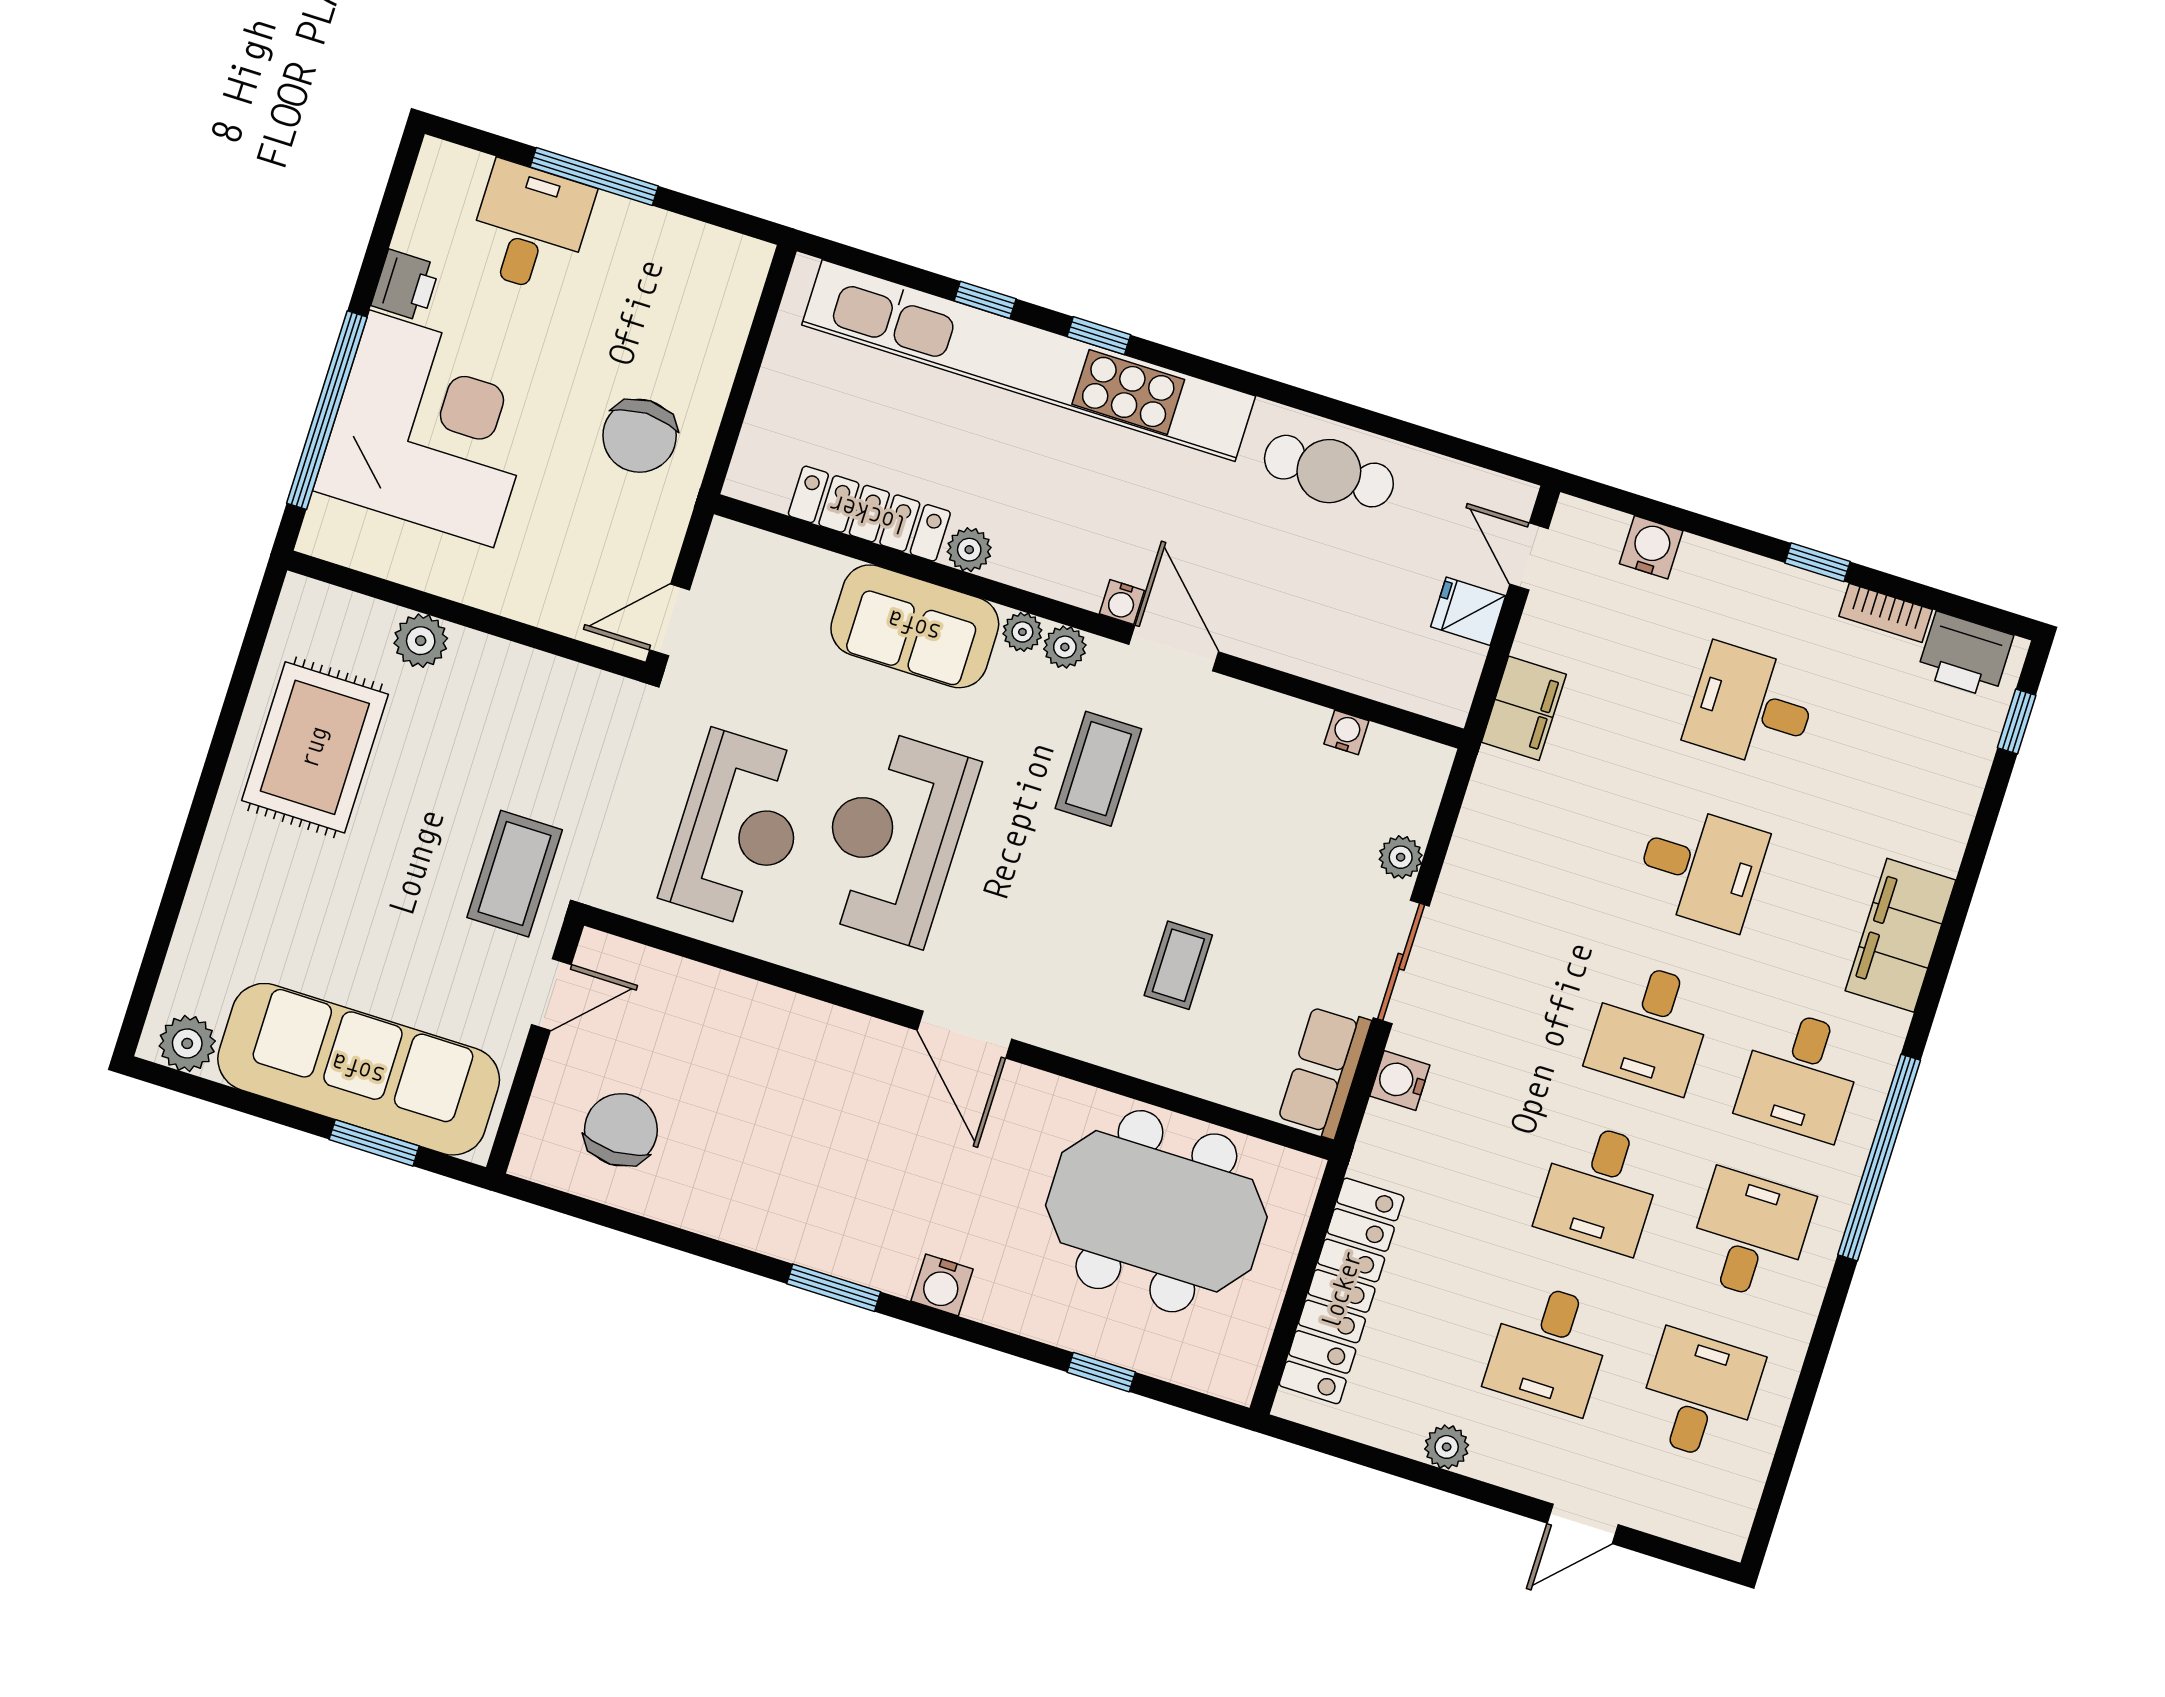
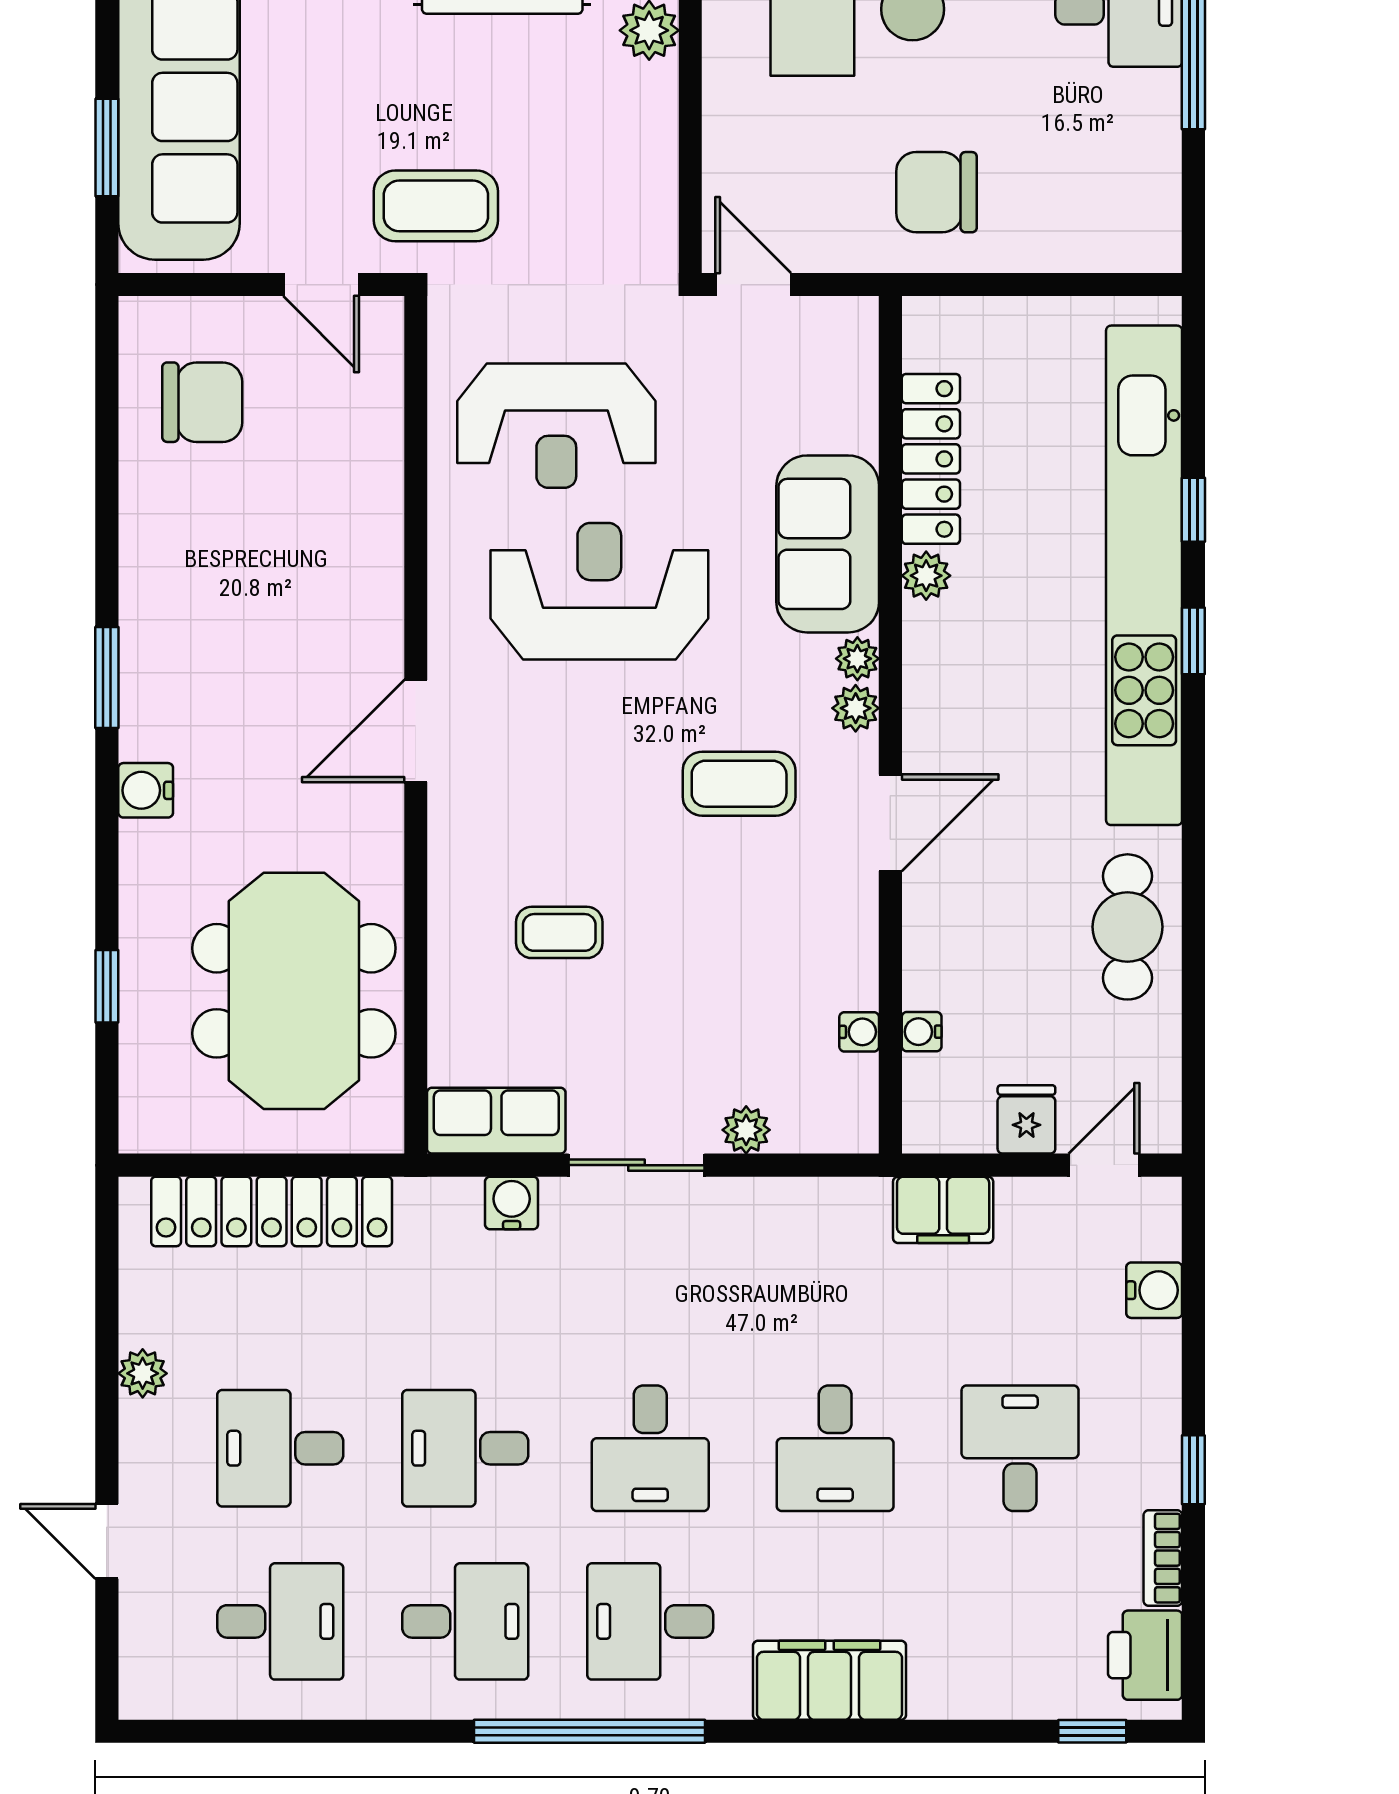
water cooler: (1122, 602) -> (922, 1032), moved
desk: (1650, 1027) -> (650, 1448), turned -90

